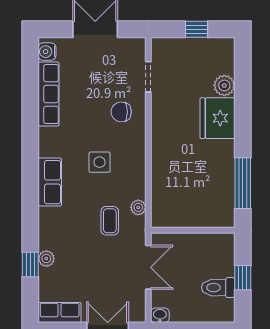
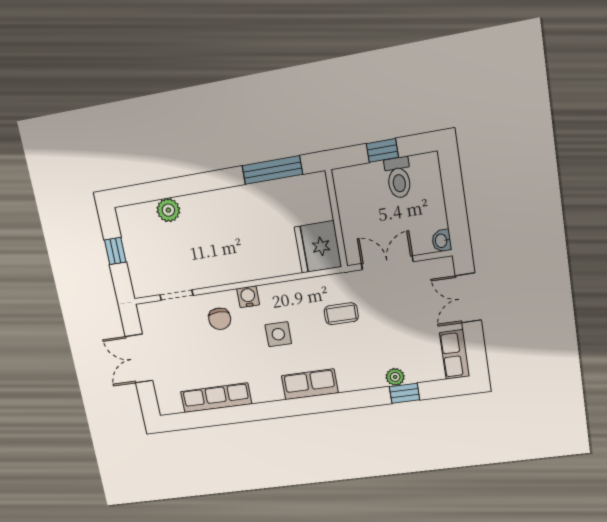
water cooler: (47, 52) -> (248, 297), moved, turned 180
fridge: (217, 118) -> (318, 247), moved, turned 90
plant: (138, 207) -> (321, 284), removed

